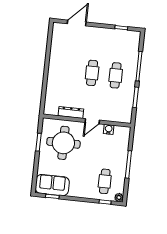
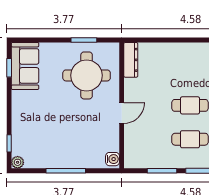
dresser: (71, 112) -> (131, 60), moved
door: (92, 121) -> (122, 113), swing flipped
water cooler: (109, 129) -> (113, 159), moved
cafe table: (105, 181) -> (38, 140), removed

